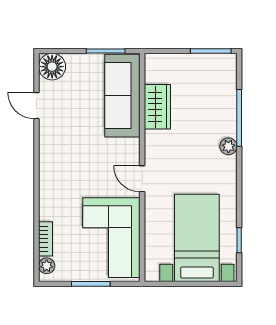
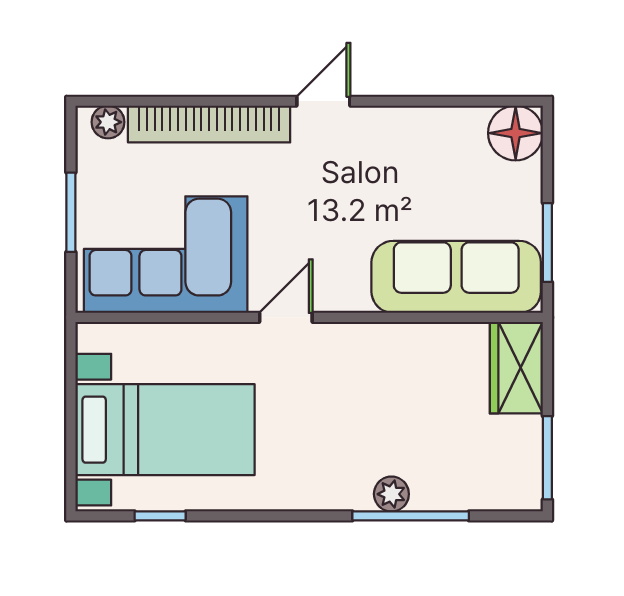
door: (36, 106) -> (323, 101), moved
wardrobe: (157, 107) -> (516, 368), moved, turned 90
plant: (228, 146) -> (391, 494), moved
bookcase: (45, 239) -> (209, 124), width x2.31, depth x1.31

